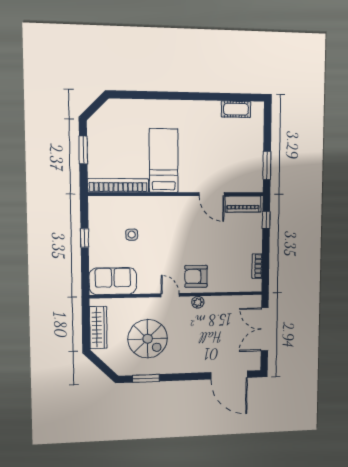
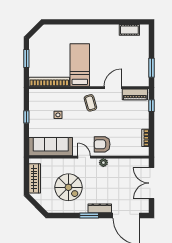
door: (212, 194) -> (113, 88), swing flipped
coffee table: (179, 217) -> (90, 103), added
sofa: (113, 281) -> (51, 147), width x1.36
dresser: (193, 367) -> (100, 208), added
window: (146, 378) -> (89, 215), moved

